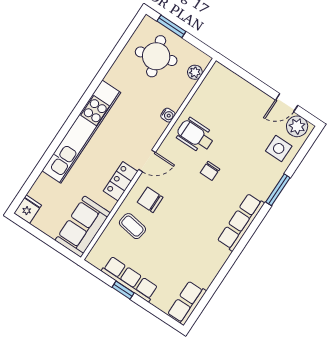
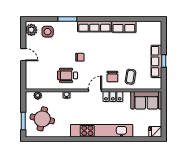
round table: (156, 56) -> (42, 119), turned 30
door: (287, 103) -> (23, 55), moved
wheelchair: (195, 135) -> (68, 75), turned 90
door: (147, 161) -> (95, 90), hinge flipped
row of seats: (187, 303) -> (124, 27), moved

